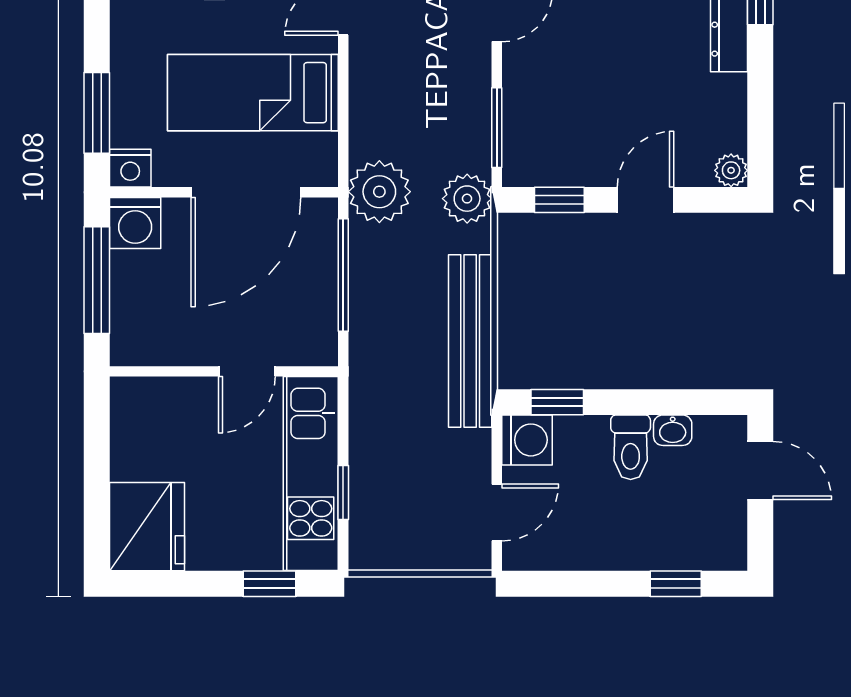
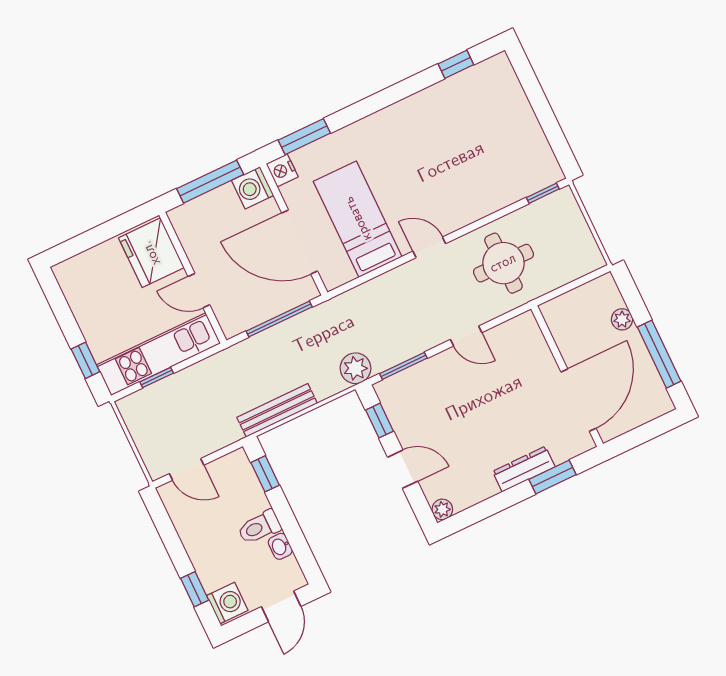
plant: (379, 192) -> (336, 317), removed
bench: (470, 341) -> (277, 410), width x0.73, depth x0.82
washing machine: (527, 440) -> (227, 603), moved, turned -90
fridge: (147, 527) -> (151, 253), moved, turned 90

